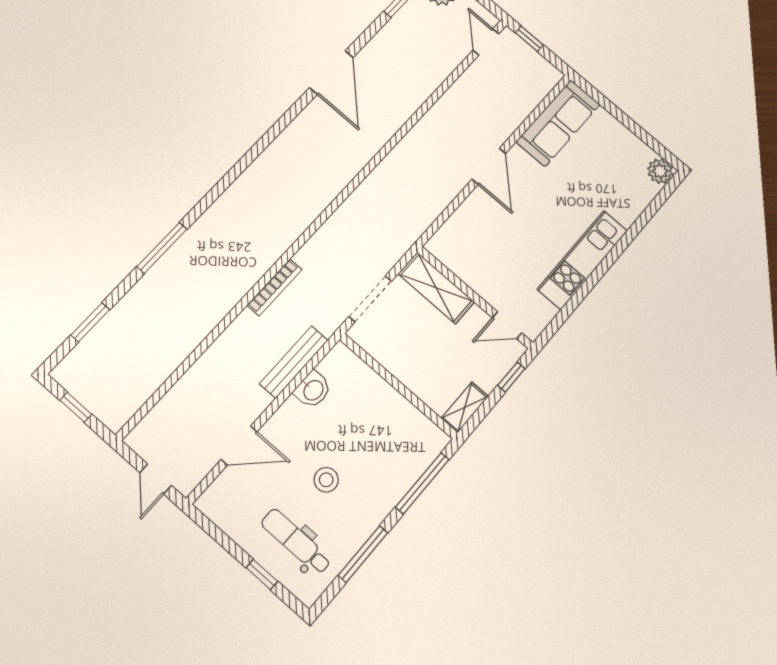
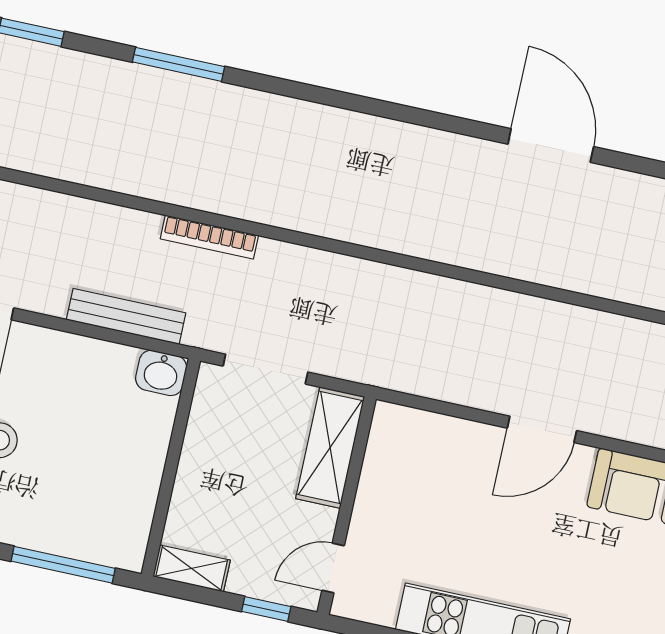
door: (331, 72) -> (551, 145), swing flipped
door: (507, 325) -> (333, 568), hinge flipped
washbasin: (313, 390) -> (161, 373), moved

